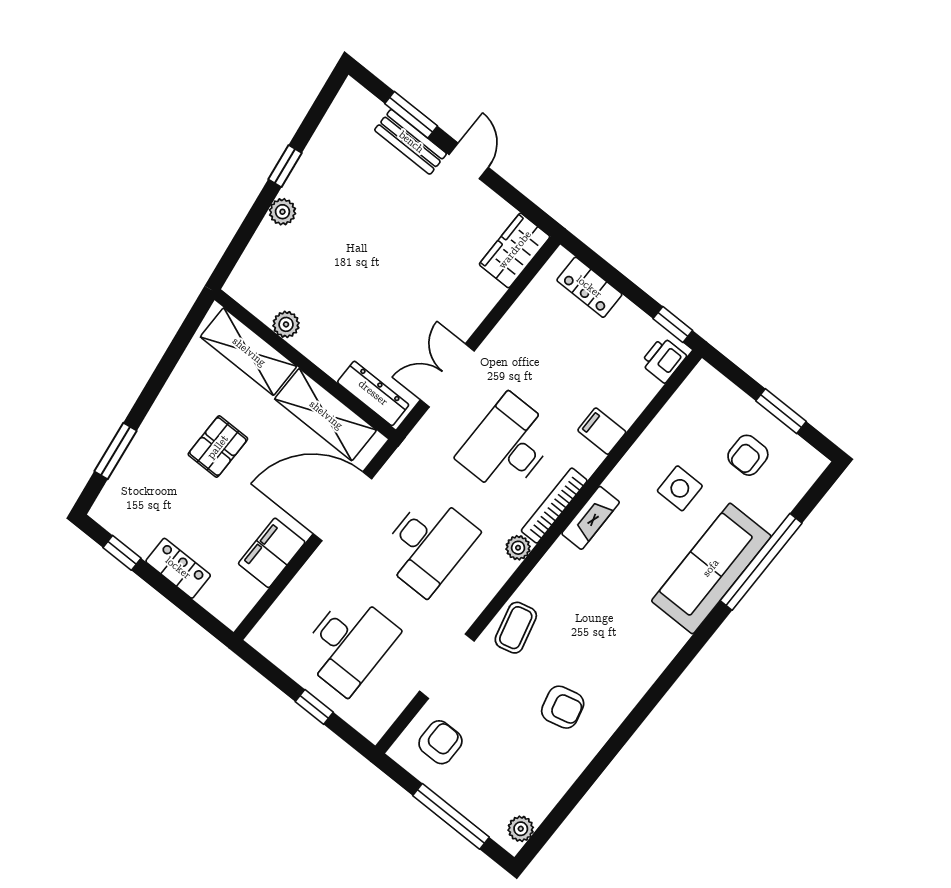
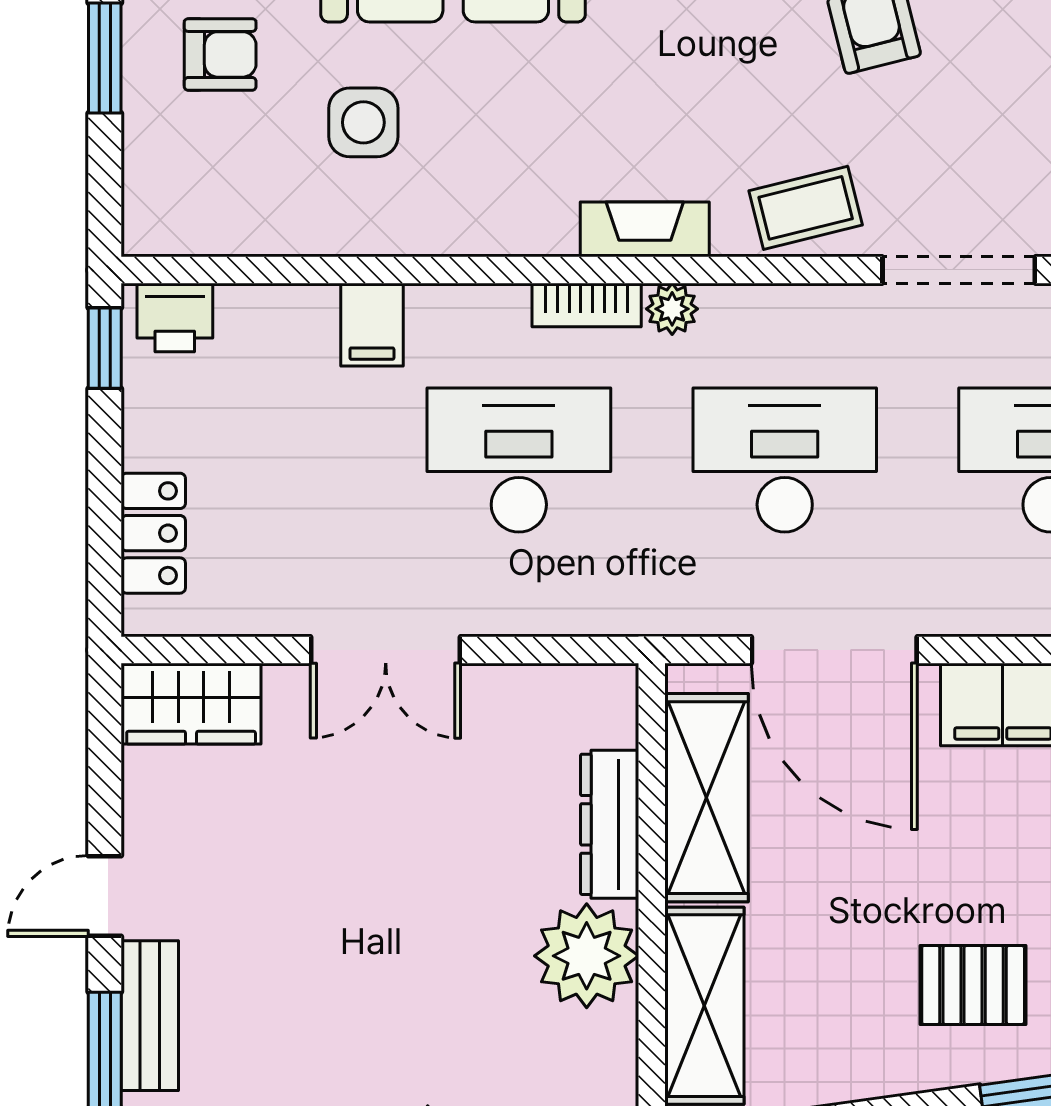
plant: (286, 324) -> (587, 956), width x1.87, depth x1.87
double door: (447, 375) -> (386, 650), moved
dresser: (373, 393) -> (610, 824), moved
desk: (507, 445) -> (519, 460), turned 180
pallet: (218, 447) -> (973, 985), moved
bookcase: (554, 506) -> (587, 305), width x0.64
fireplace: (591, 518) -> (645, 229), moved

